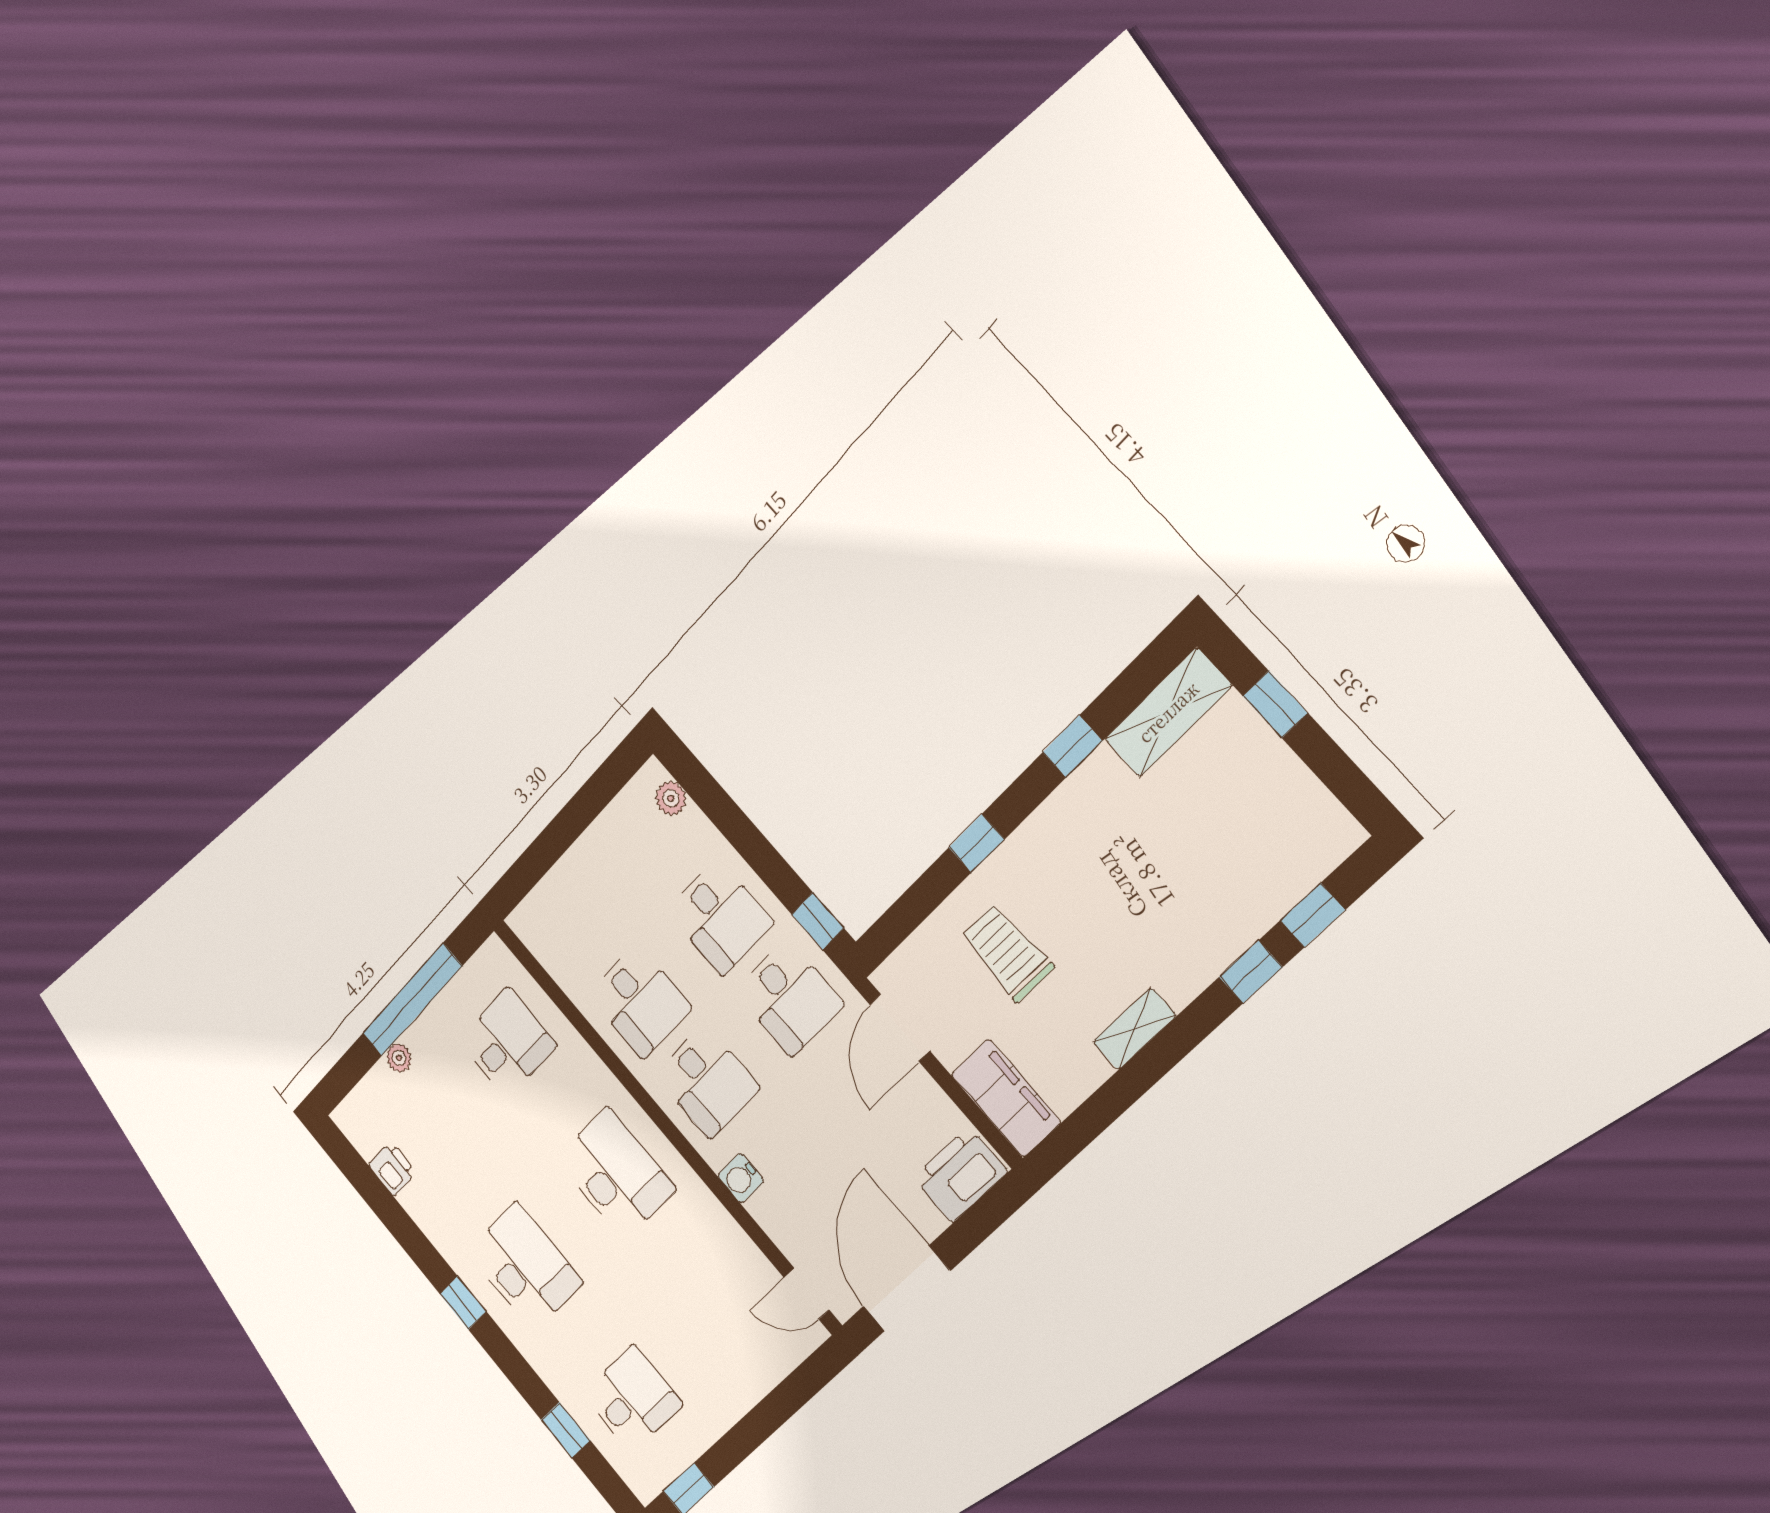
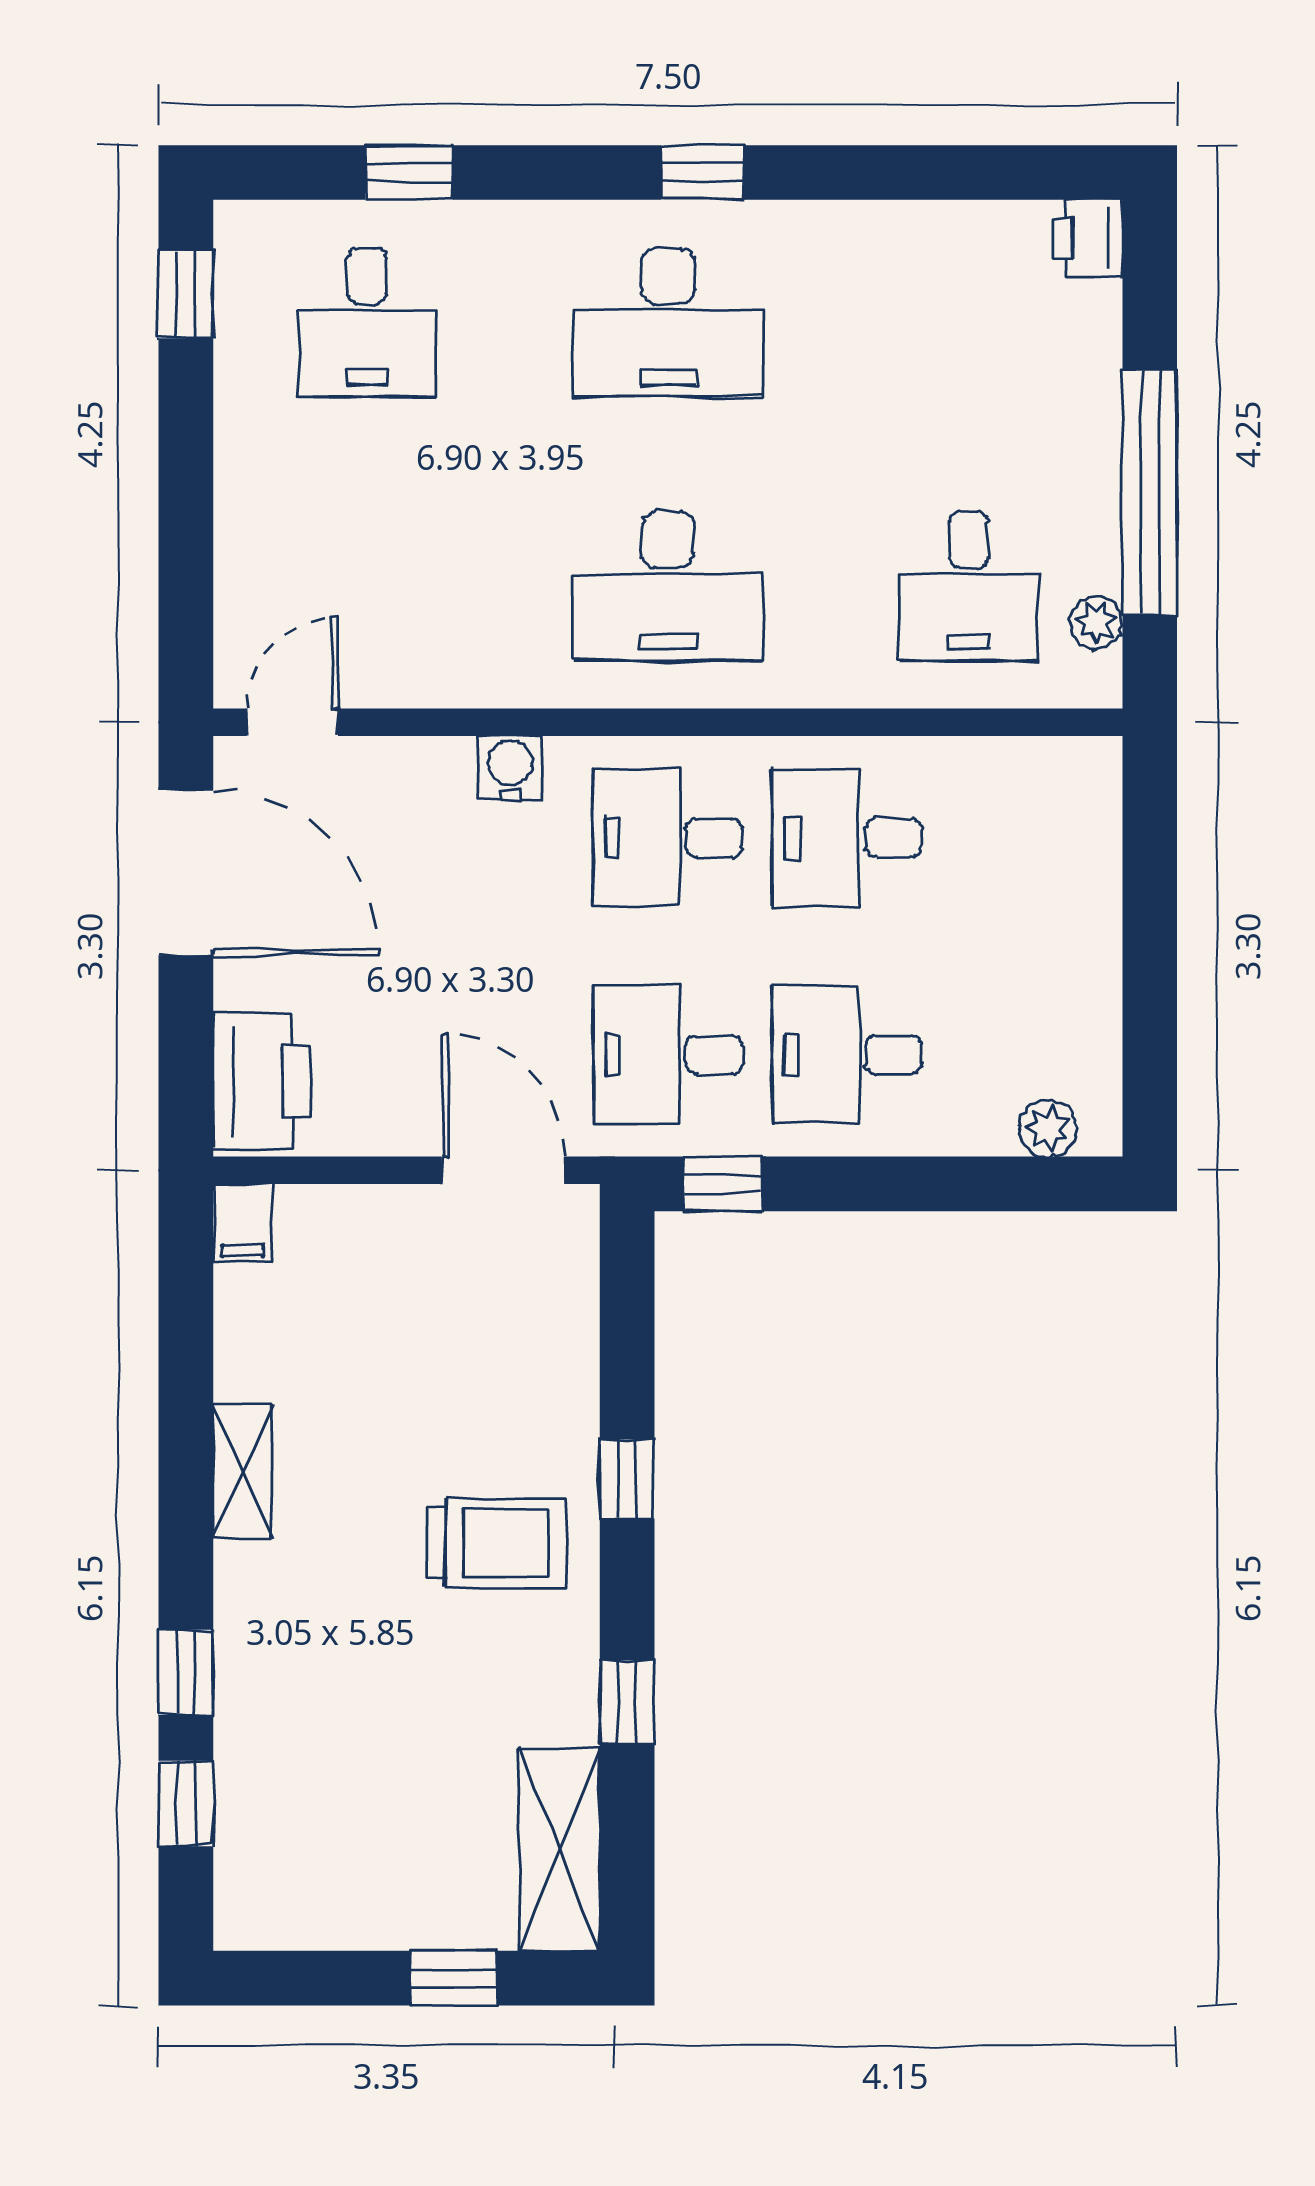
trolley: (1007, 952) -> (496, 1543), moved
plant: (399, 1058) -> (1096, 622), moved
filing cabinet: (1006, 1098) -> (243, 1223), width x0.33, depth x0.86
printer: (392, 1169) -> (1087, 238), moved, turned 90

